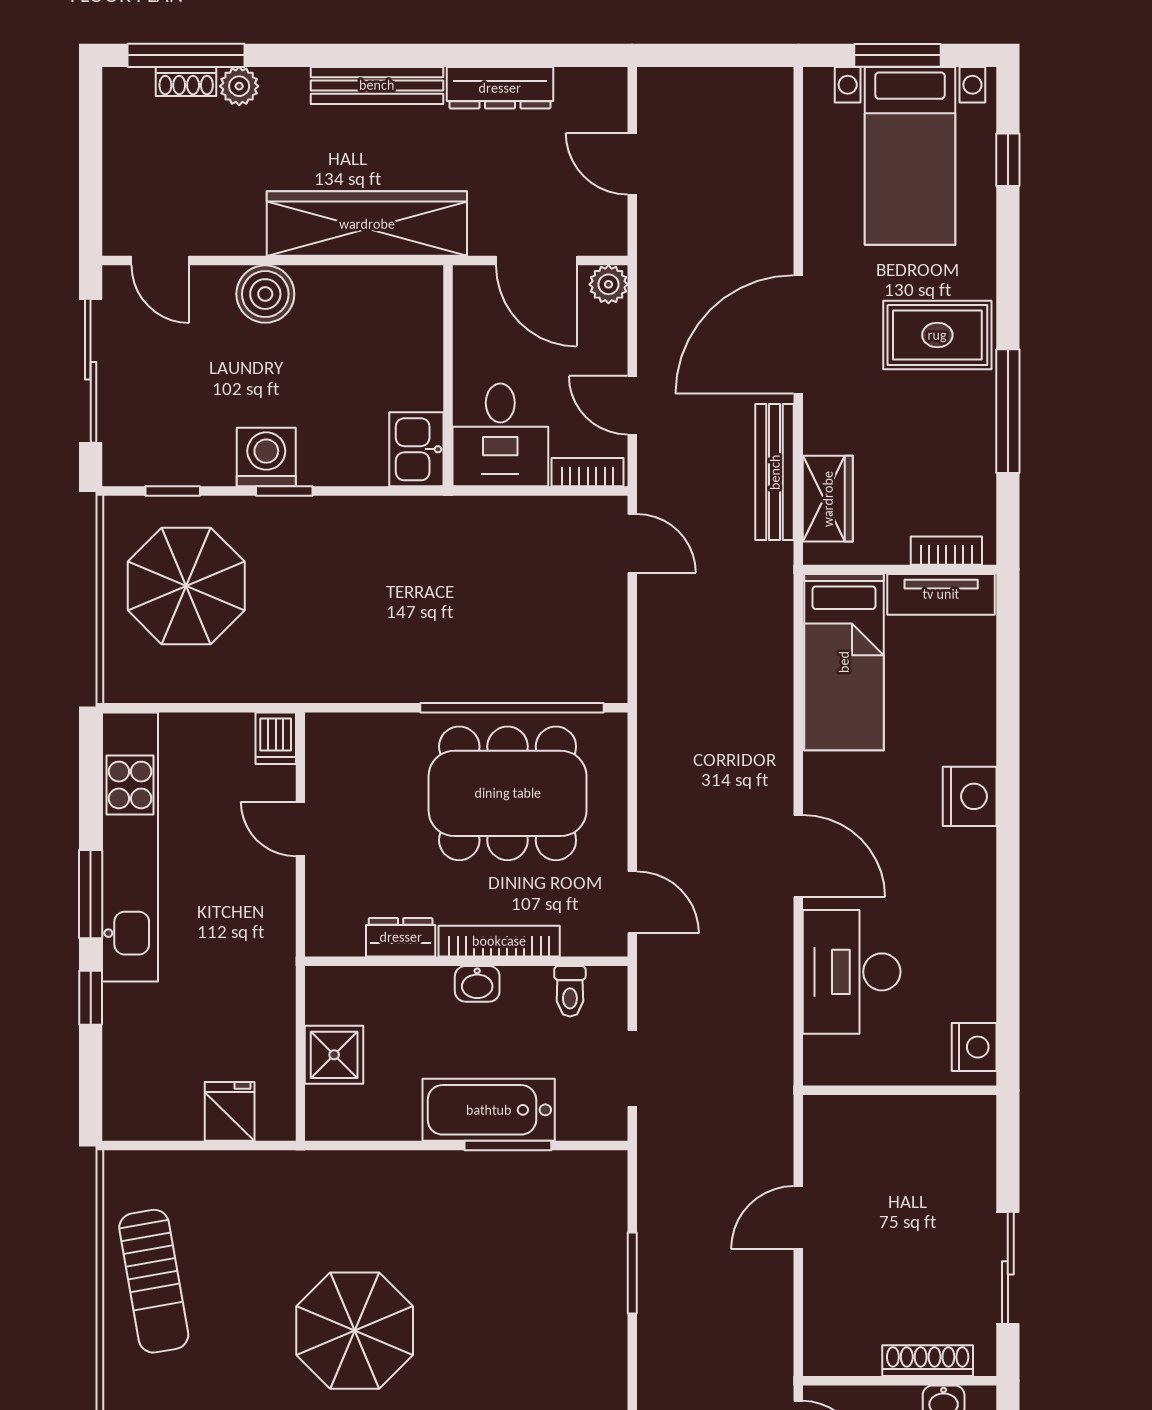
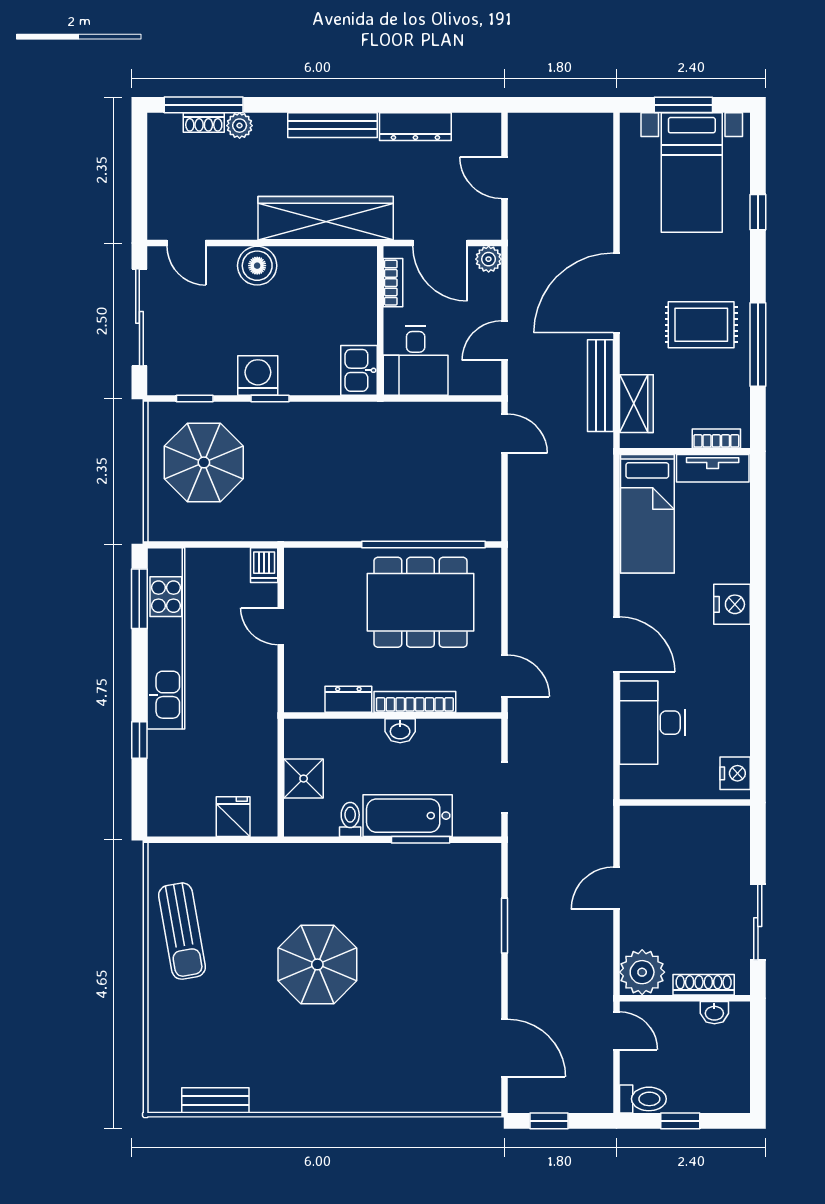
window: (1008, 160) -> (758, 212), moved
rug: (937, 335) -> (701, 325), moved
door: (632, 405) -> (505, 341), hinge flipped
bookcase: (588, 472) -> (393, 283), moved, turned 90
window: (91, 894) -> (139, 599), moved
toilet: (570, 991) -> (350, 819), moved, turned 180
plant: (836, 1342) -> (642, 972), added

